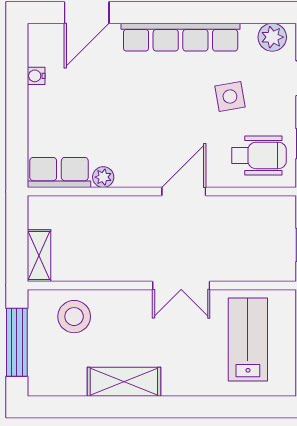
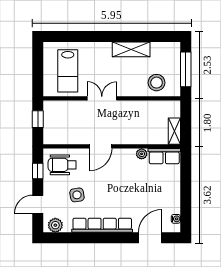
water cooler: (36, 76) -> (176, 219), moved
shelving: (39, 256) -> (174, 131), moved

